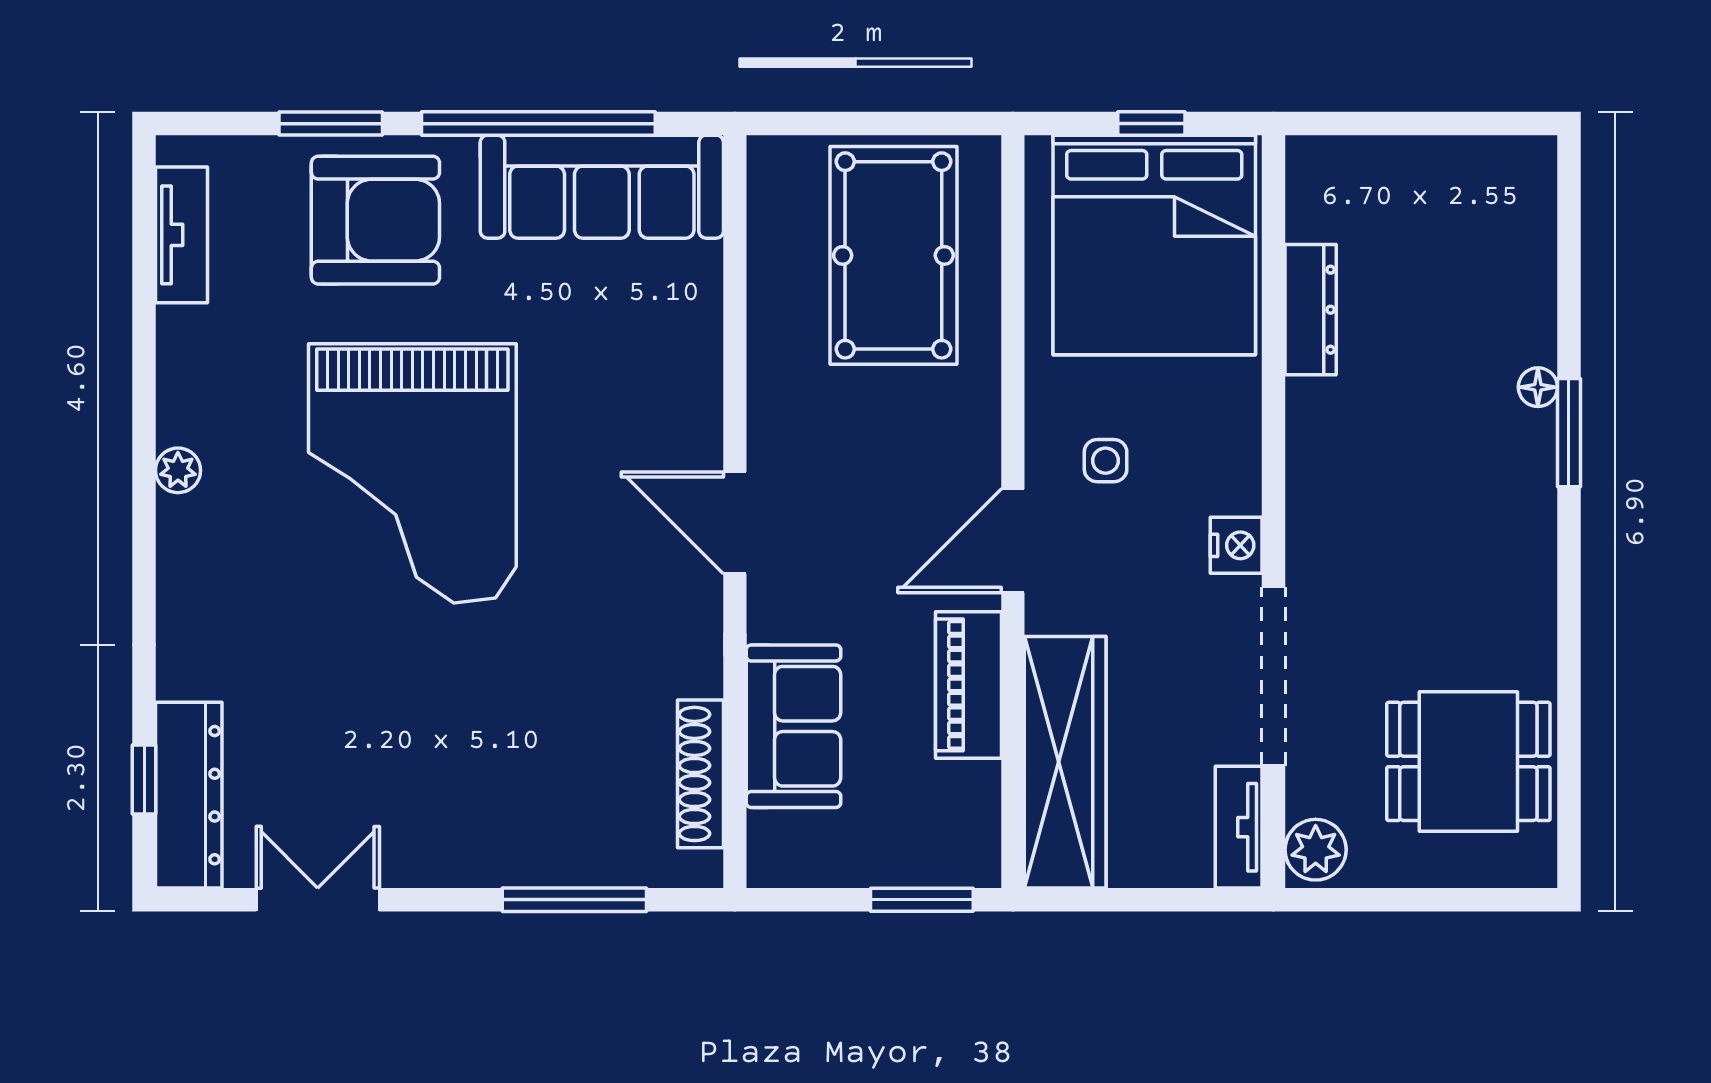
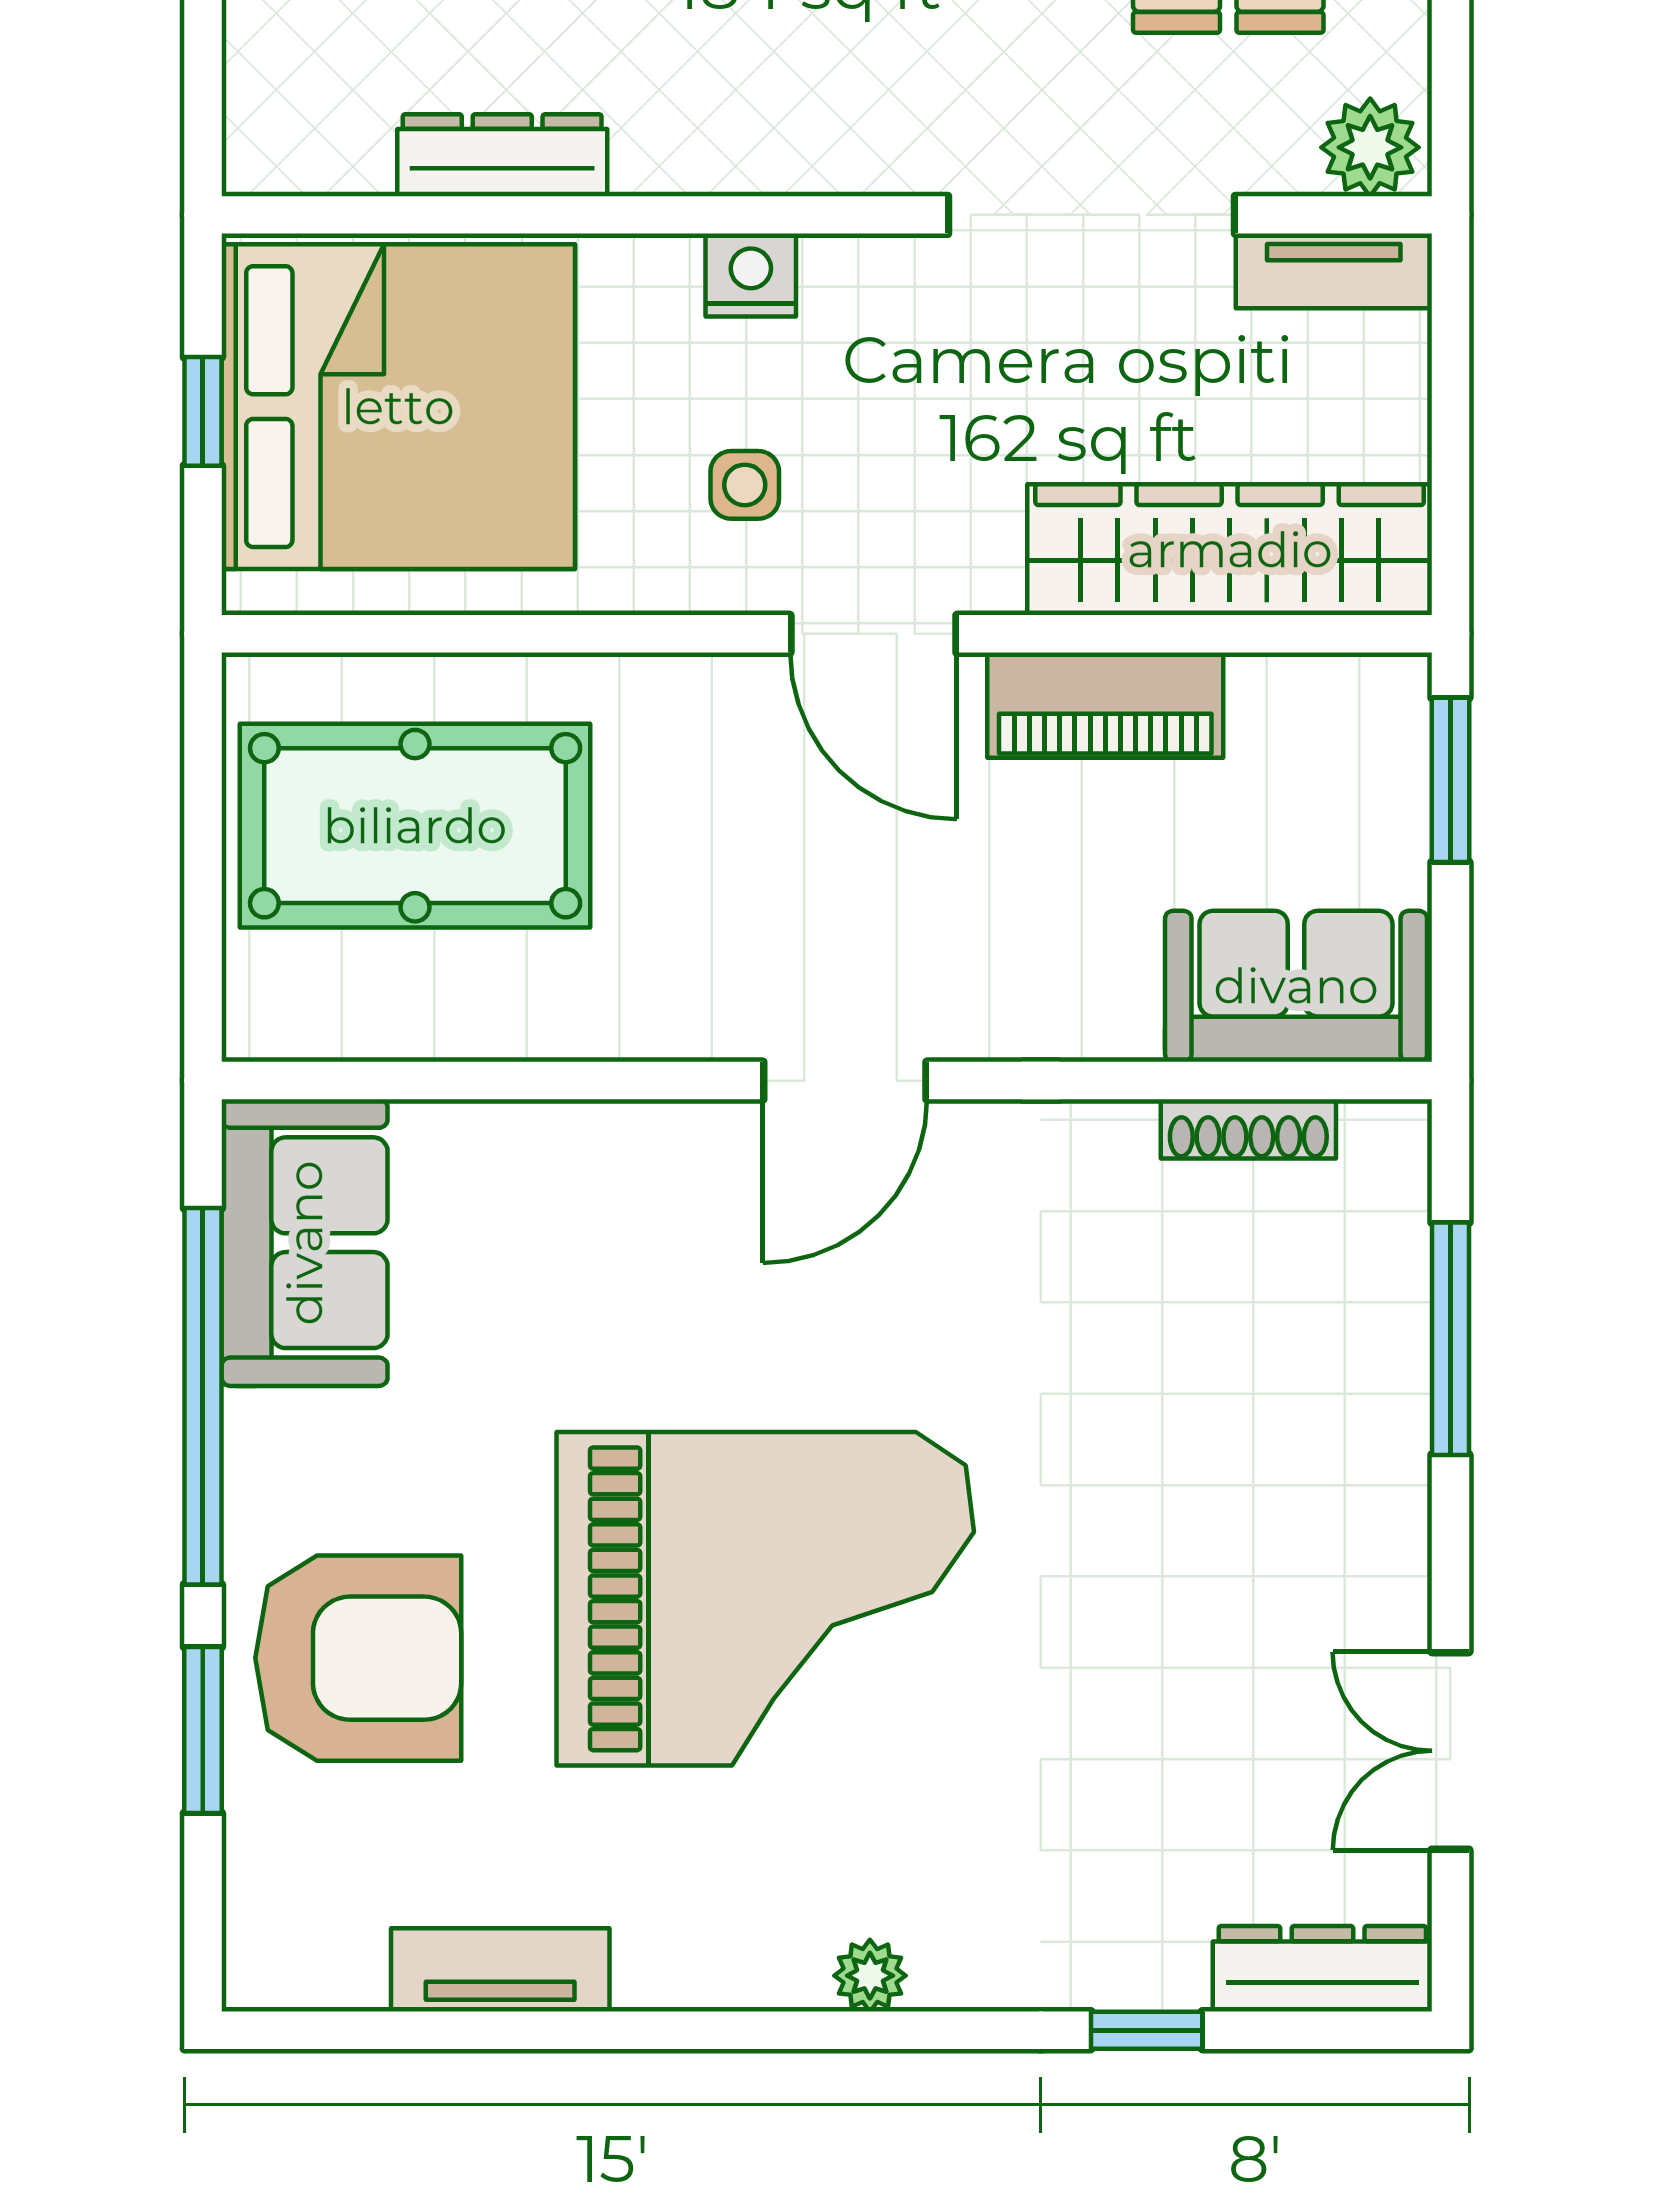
sofa: (602, 187) -> (305, 1243), width x0.73
armchair: (375, 220) -> (358, 1658), turned 90
tv unit: (182, 235) -> (500, 1970), moved
plant: (178, 470) -> (870, 1976), moved
nightstand: (1236, 545) -> (751, 275), moved
sofa: (793, 726) -> (1296, 986), moved
shoe rack: (700, 774) -> (1248, 1129), width x0.74, depth x0.81
window: (144, 779) -> (1147, 2030), moved
dresser: (189, 795) -> (1322, 1969), width x0.73, depth x0.80

